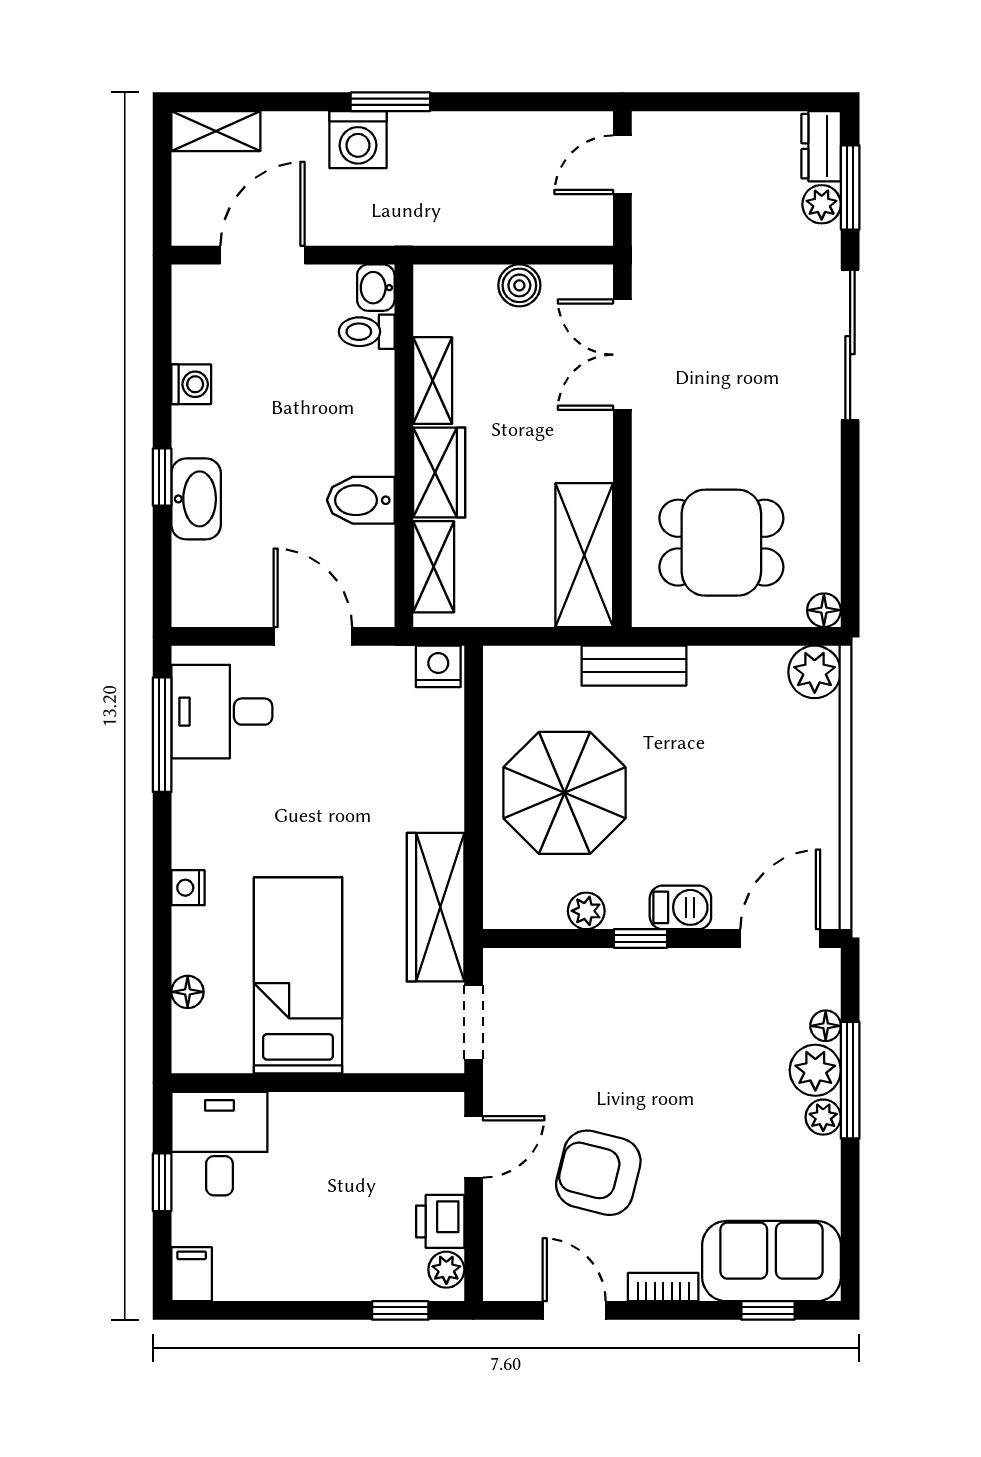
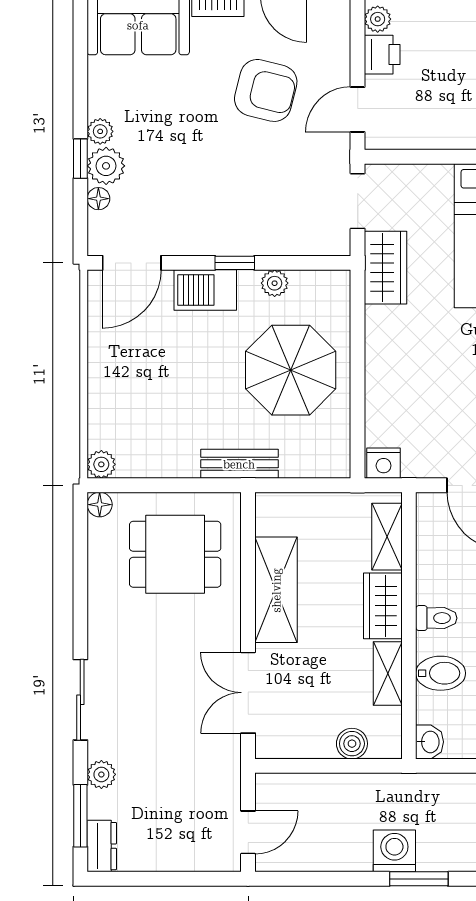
washing machine: (358, 140) -> (394, 851), moved
plant: (822, 204) -> (101, 774), moved
boiler: (519, 285) -> (352, 744), moved
toilet: (367, 332) -> (436, 618), moved
sliding door: (850, 345) -> (80, 700), width x0.73
double door: (622, 355) -> (248, 693), swing flipped
bidet: (361, 500) -> (441, 673), moved
shelving: (584, 555) -> (276, 590), moved
plant: (815, 672) -> (101, 464), width x0.73, depth x0.73
wardrobe: (436, 907) -> (386, 268), width x0.67
barbecue: (680, 907) -> (205, 290), width x1.38, depth x1.27
window: (850, 1080) -> (80, 159), width x0.46

